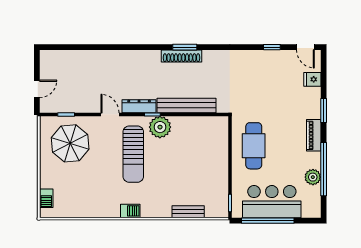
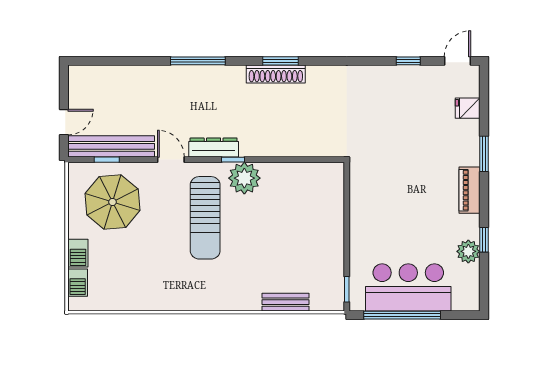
window: (128, 47) -> (198, 61), added
door: (305, 47) -> (457, 61), swing flipped
bench: (186, 105) -> (111, 146), moved
cafe table: (254, 146) -> (382, 206), removed
window: (324, 169) -> (484, 240), width x0.32
barbecue: (130, 211) -> (78, 253), moved, turned 90

